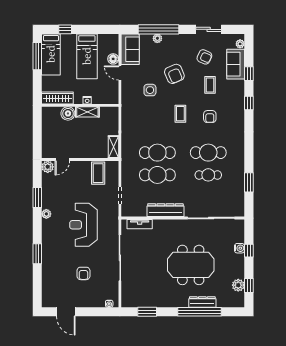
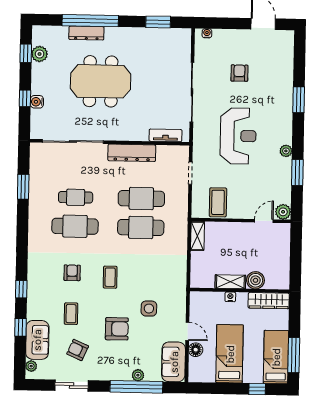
armchair: (174, 74) -> (117, 329), turned 113

